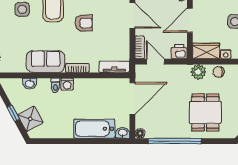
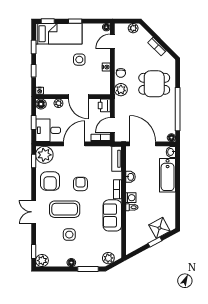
wardrobe: (206, 51) -> (104, 83), removed
washbasin: (30, 84) -> (130, 177), moved

